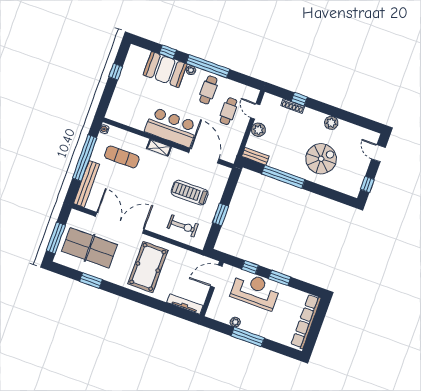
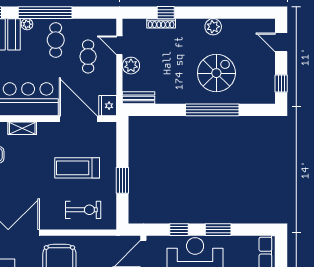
fridge: (230, 154) -> (108, 106), added
window: (283, 177) -> (212, 110), moved

